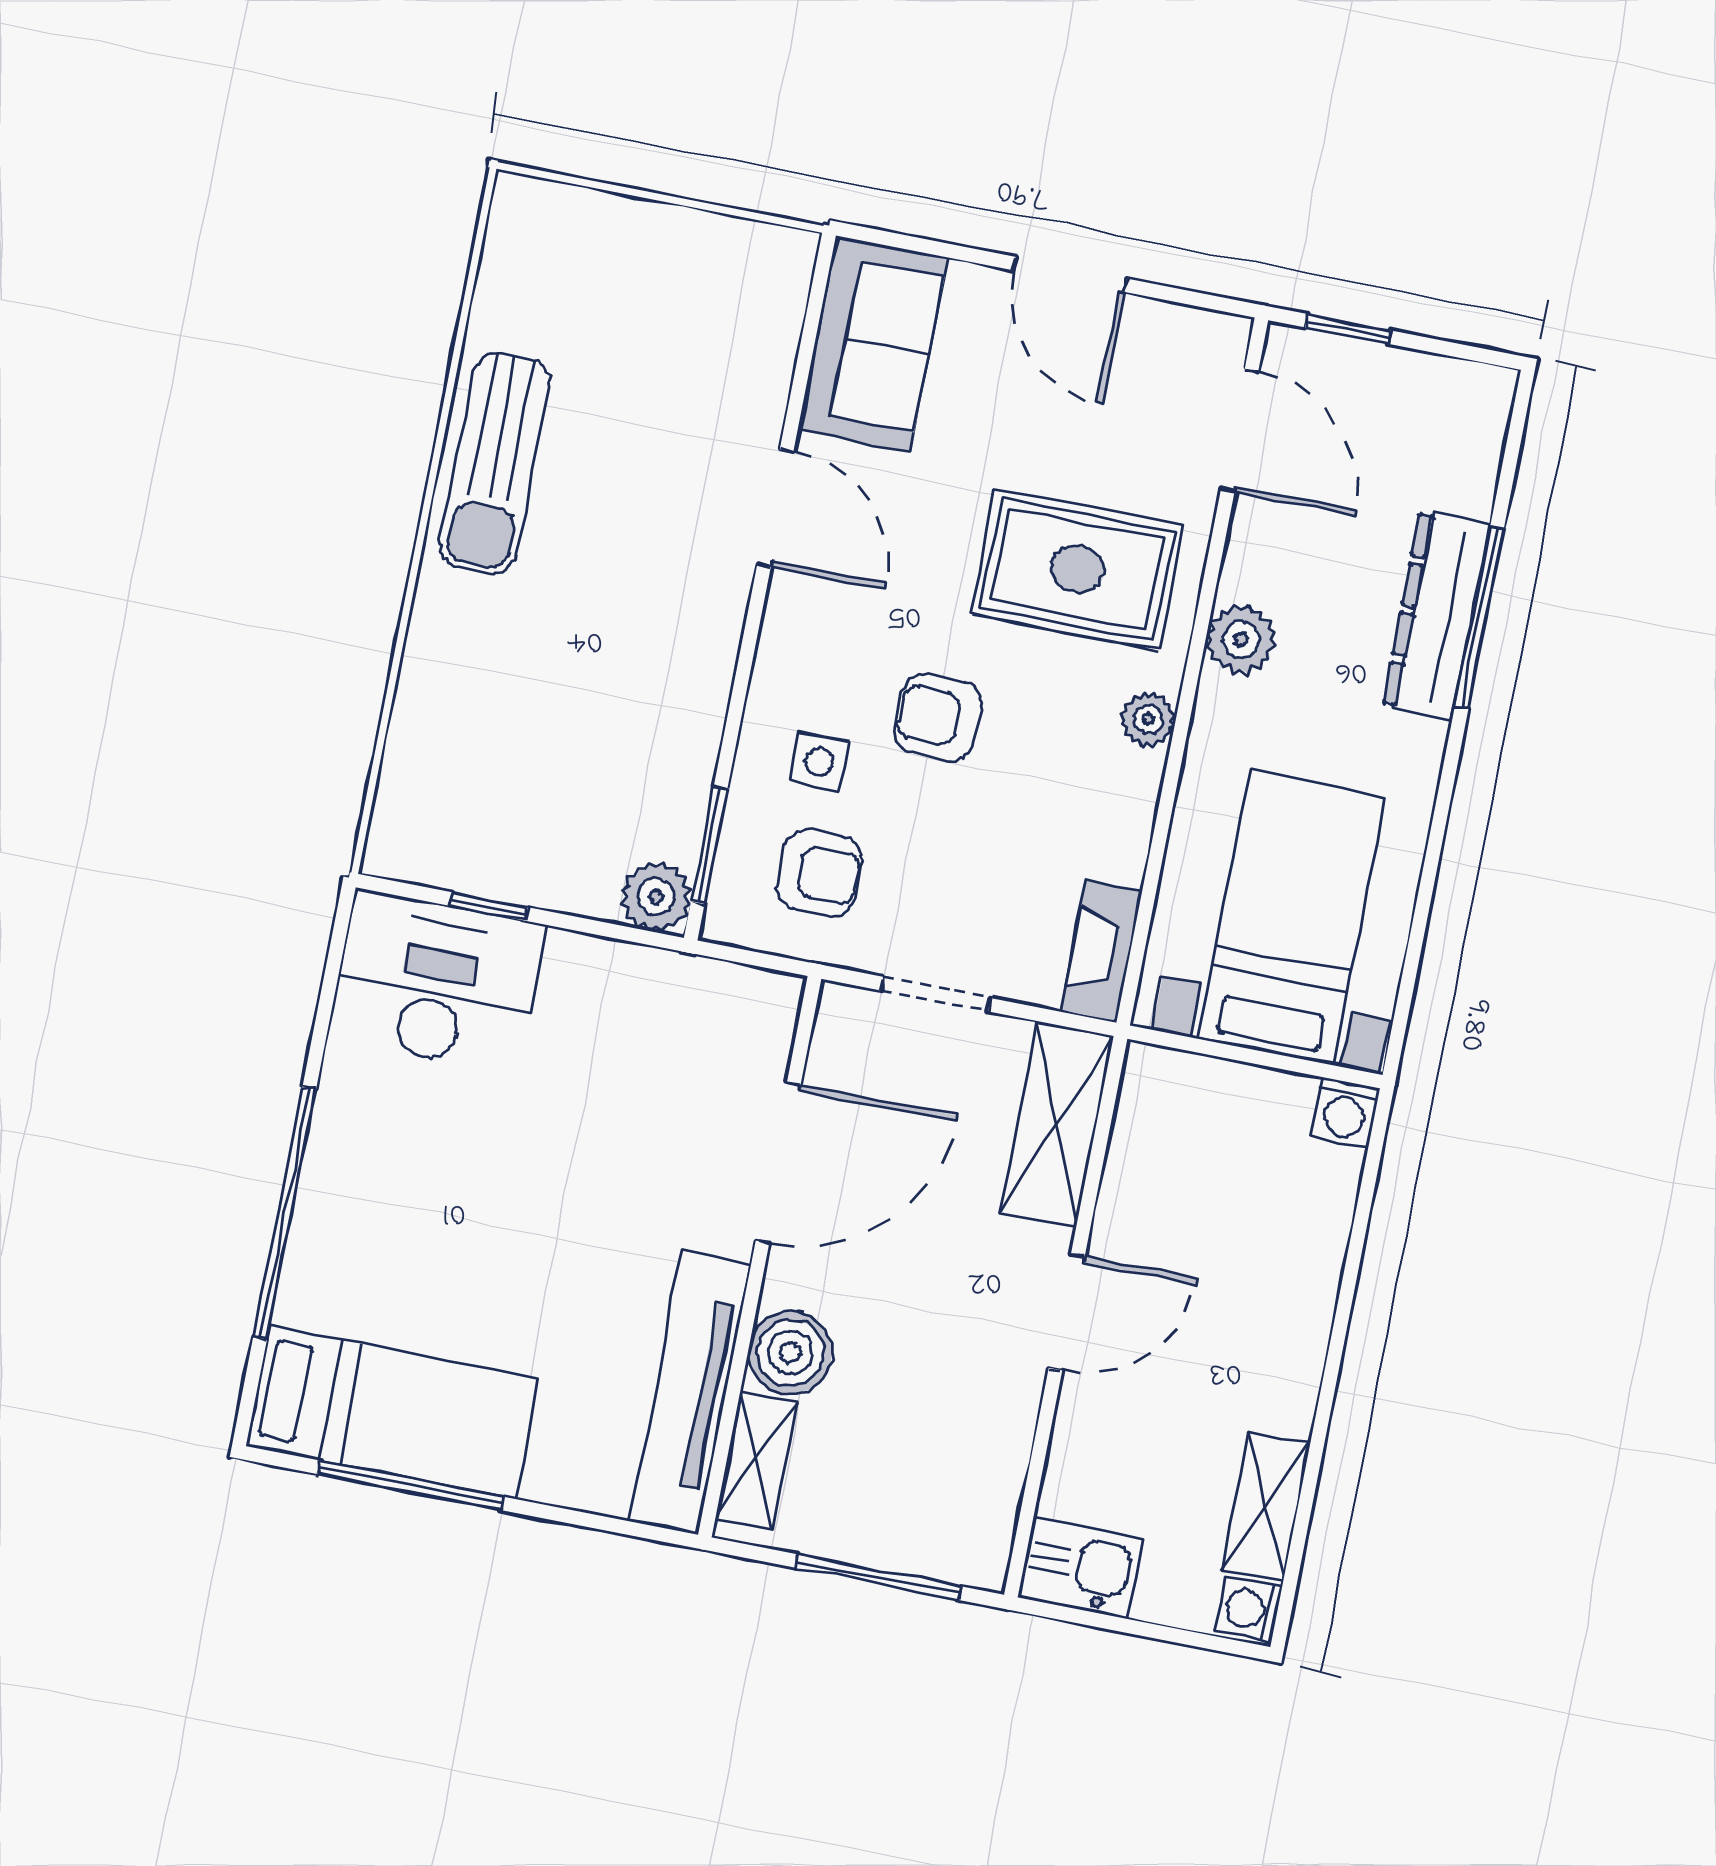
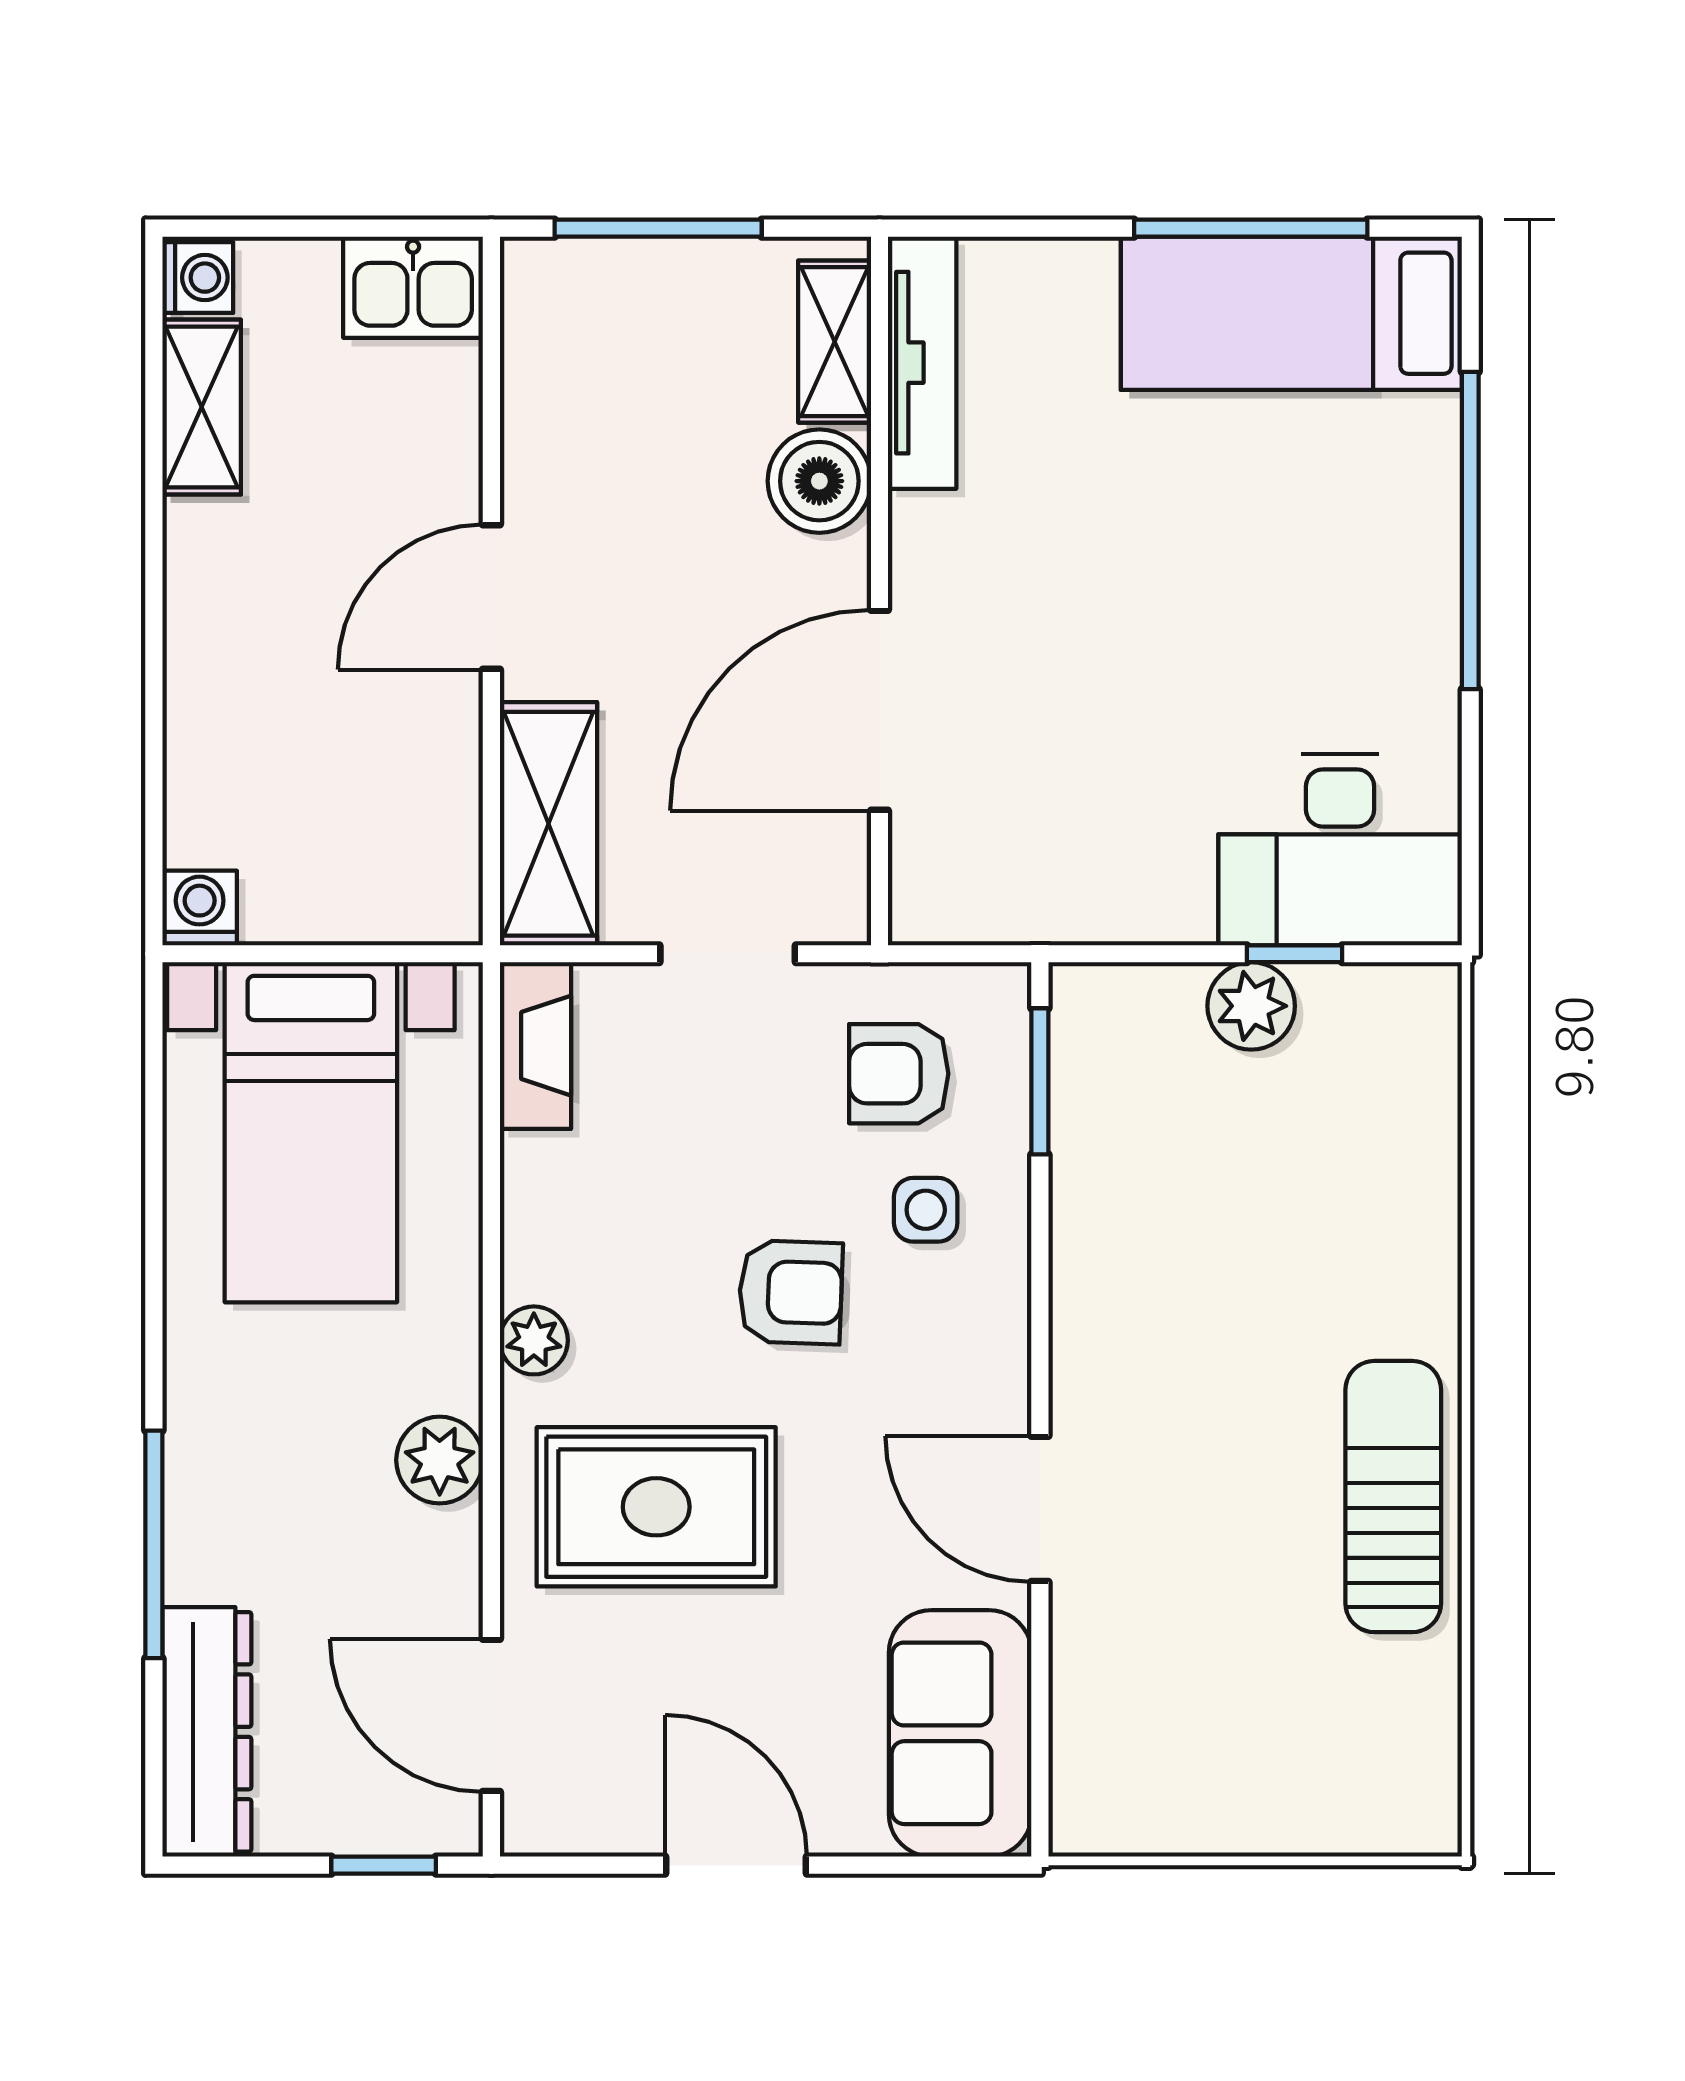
dresser: (1436, 615) -> (207, 1732), moved
plant: (656, 897) -> (1251, 1006), moved
tv unit: (690, 1393) -> (922, 363), width x0.73, depth x0.78

